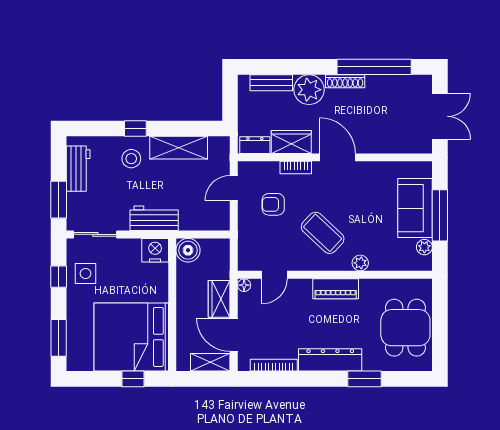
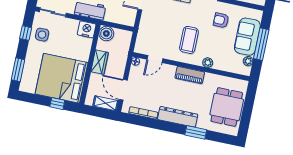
armchair: (273, 204) -> (221, 20), moved
coffee table: (323, 233) -> (189, 40), turned 47
wardrobe: (219, 299) -> (100, 62), moved, turned 180

